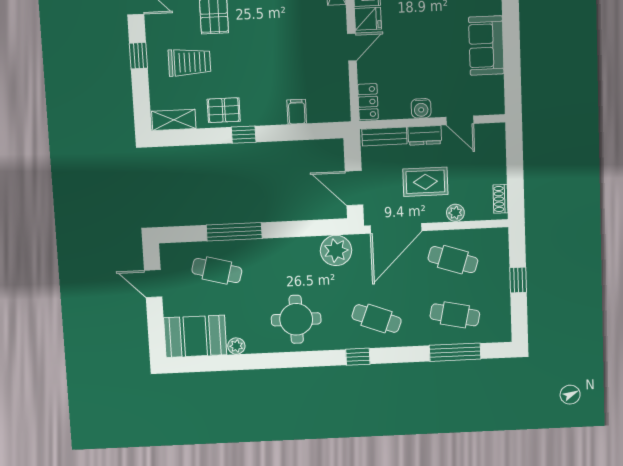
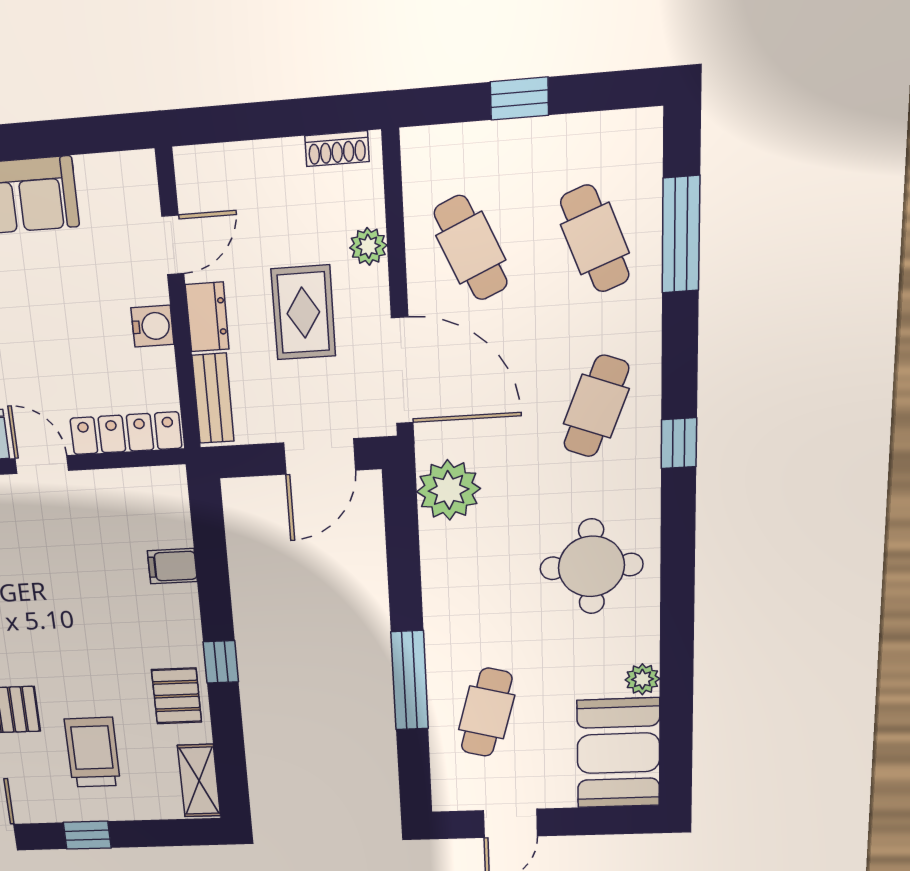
locker: (368, 102) -> (126, 433), width x1.53
cafe table: (453, 260) -> (471, 248), turned -42
cafe table: (455, 315) -> (595, 239), turned -33

